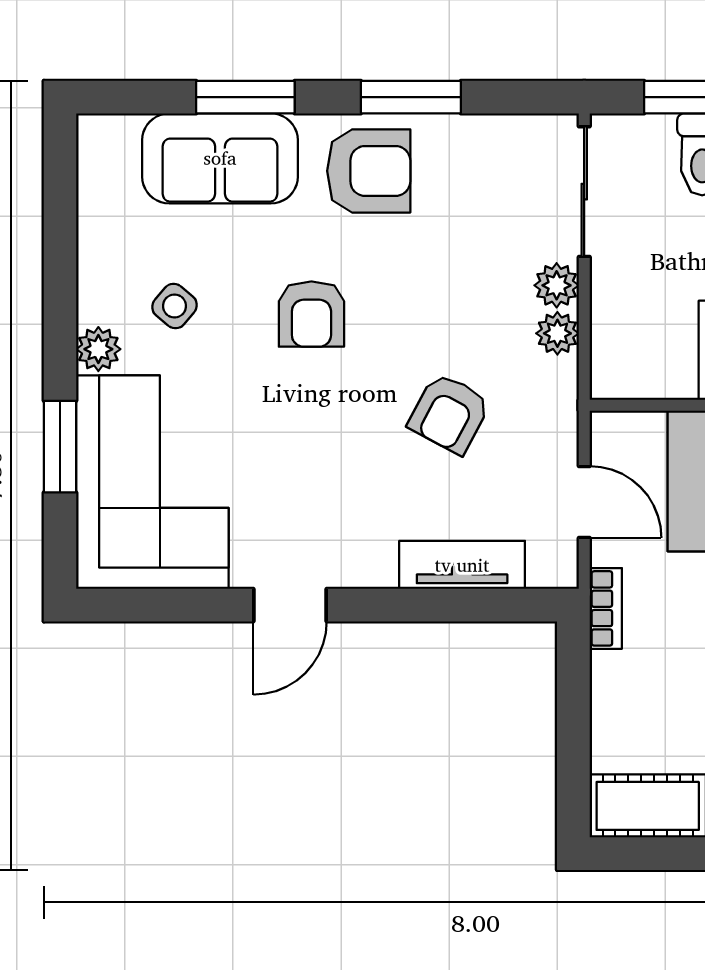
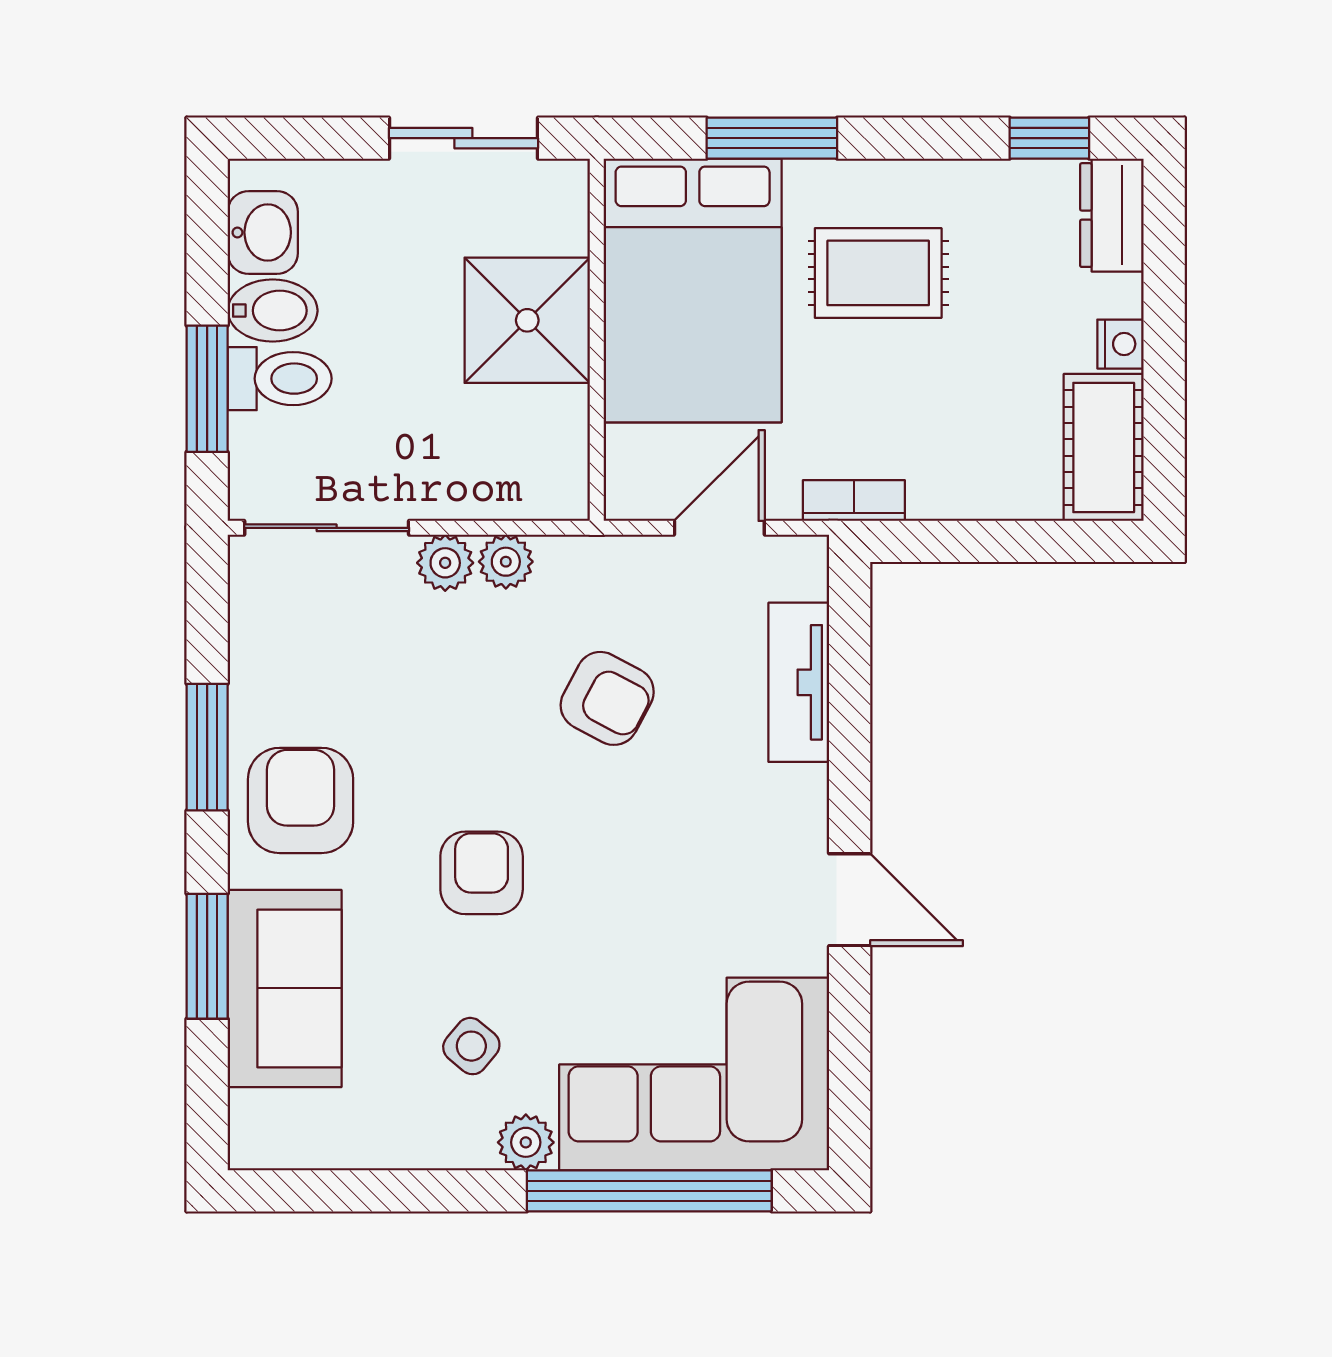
armchair: (311, 314) -> (482, 873), turned -90
window: (60, 447) -> (649, 1191), width x2.11

